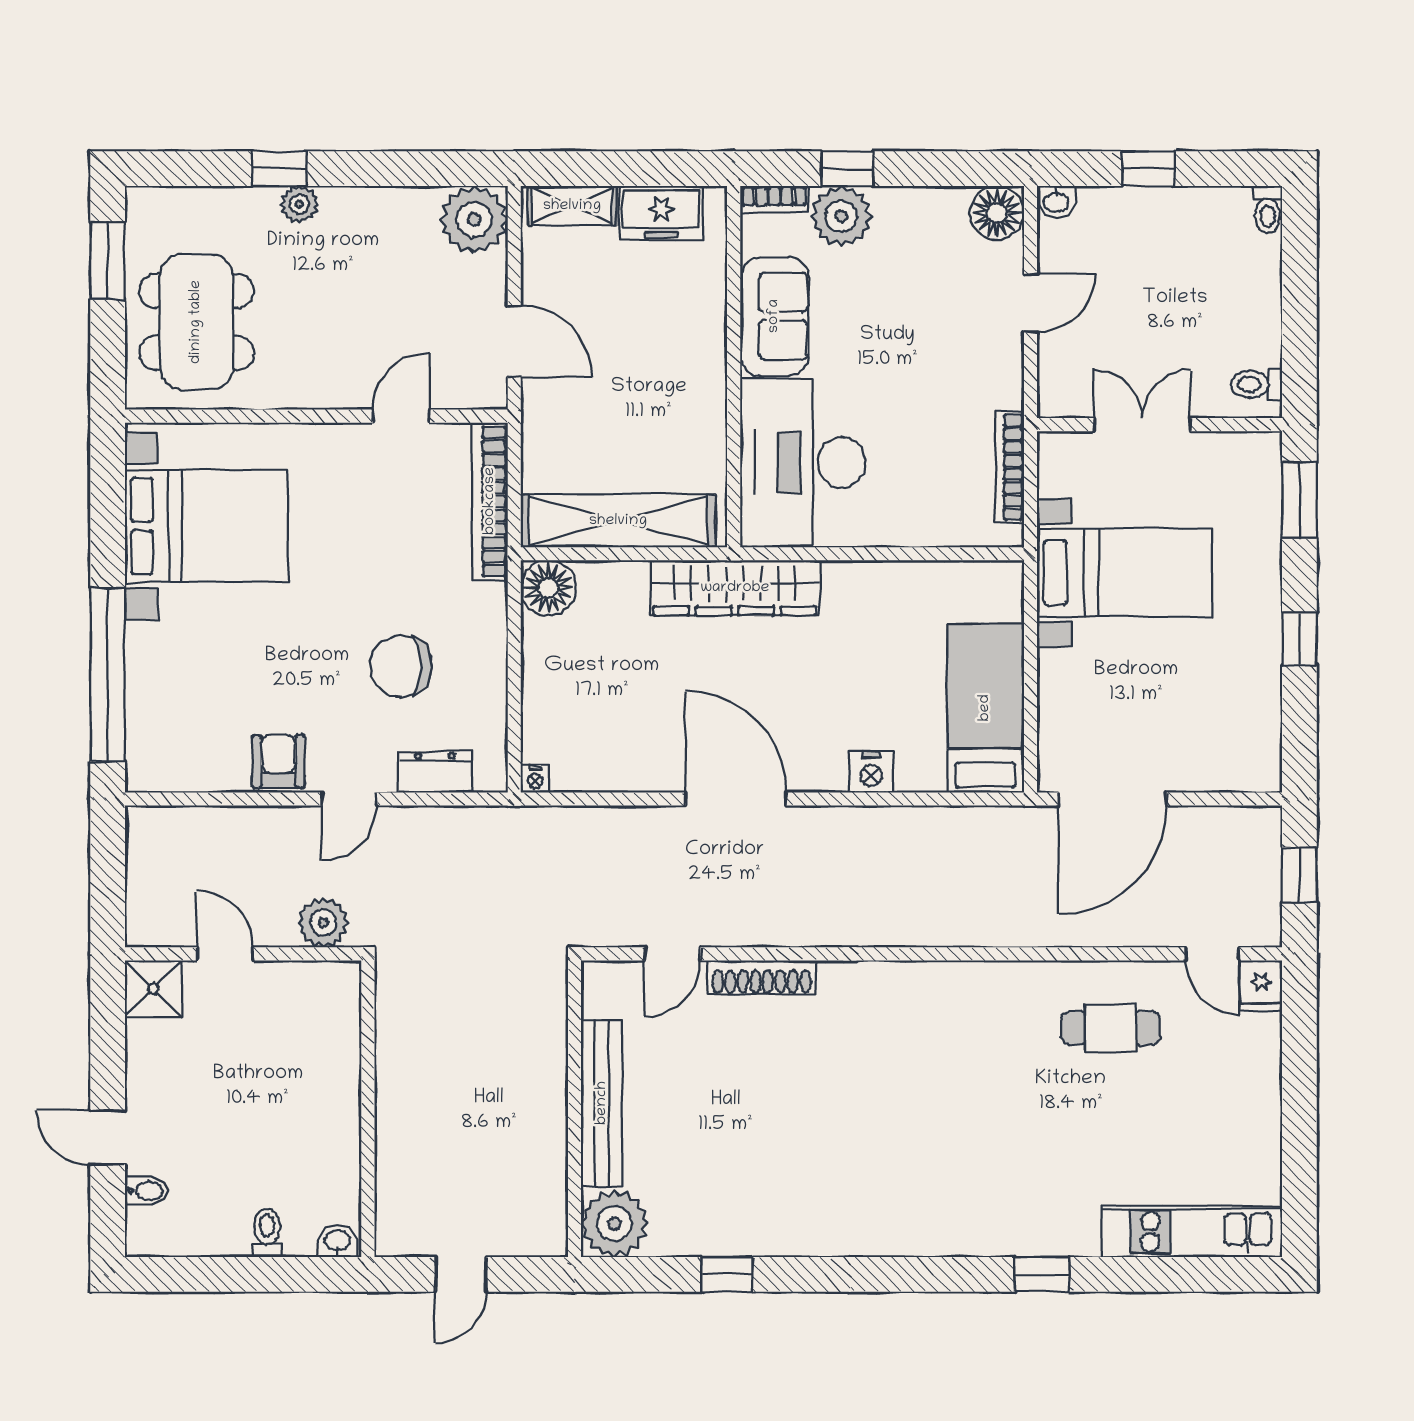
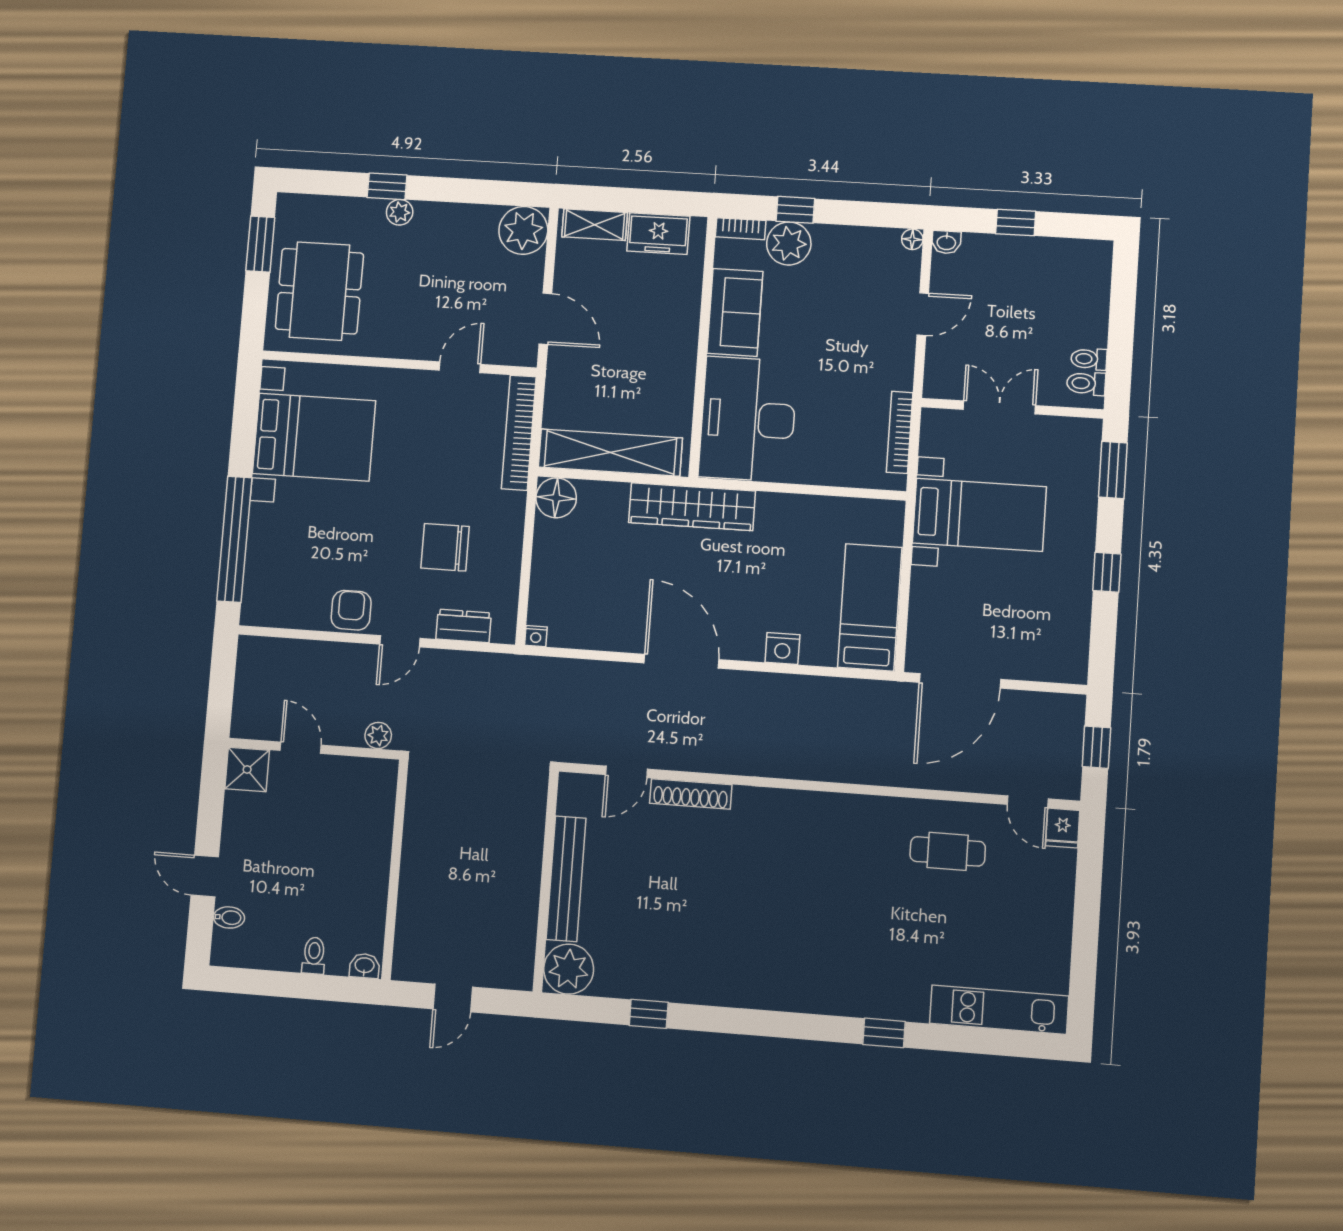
toilet: (1268, 210) -> (1089, 359), moved, turned 90
floor lamp: (997, 213) -> (912, 239), width x0.53, depth x0.53
plant: (323, 923) -> (378, 735), width x0.73, depth x0.73

